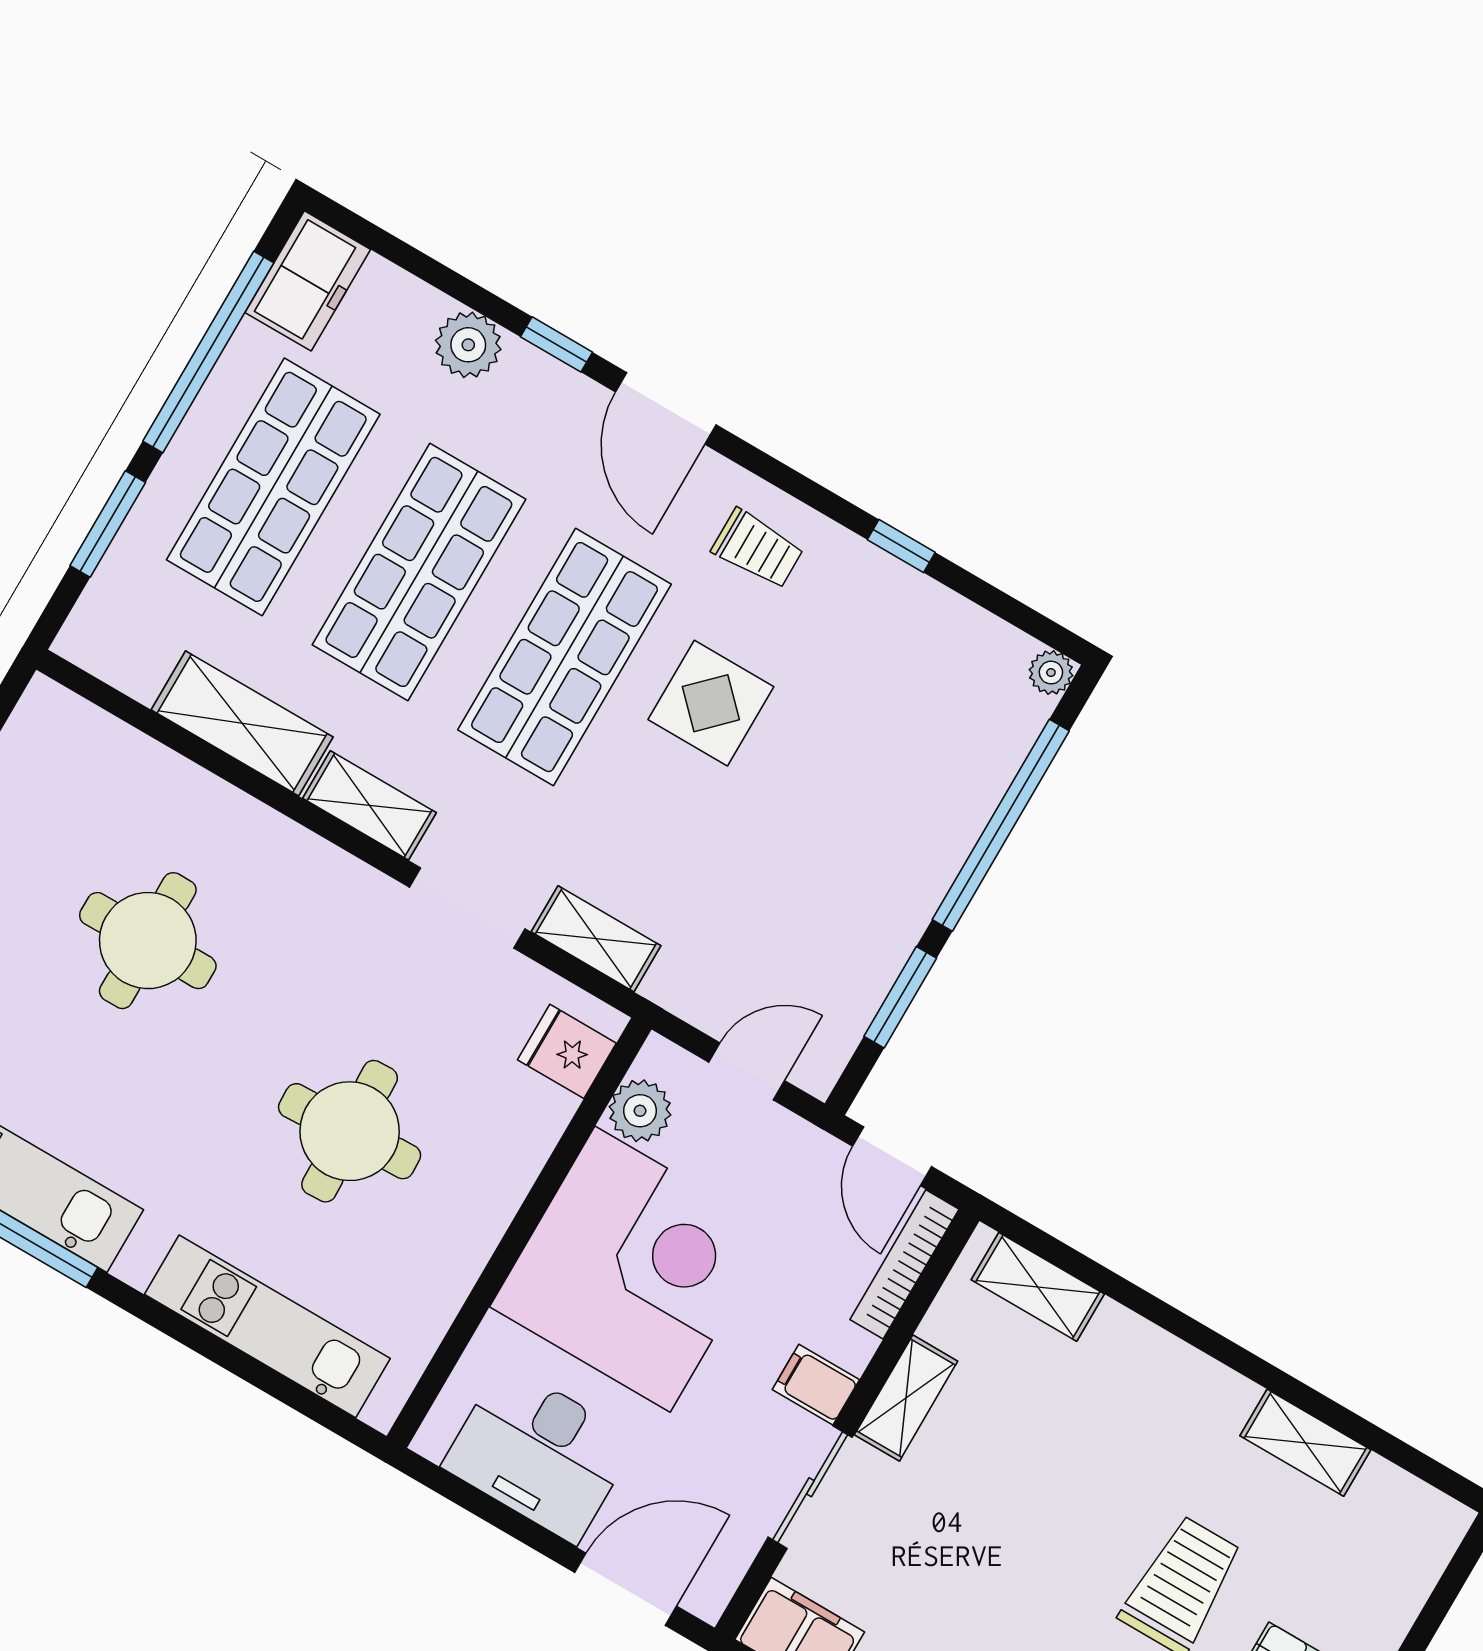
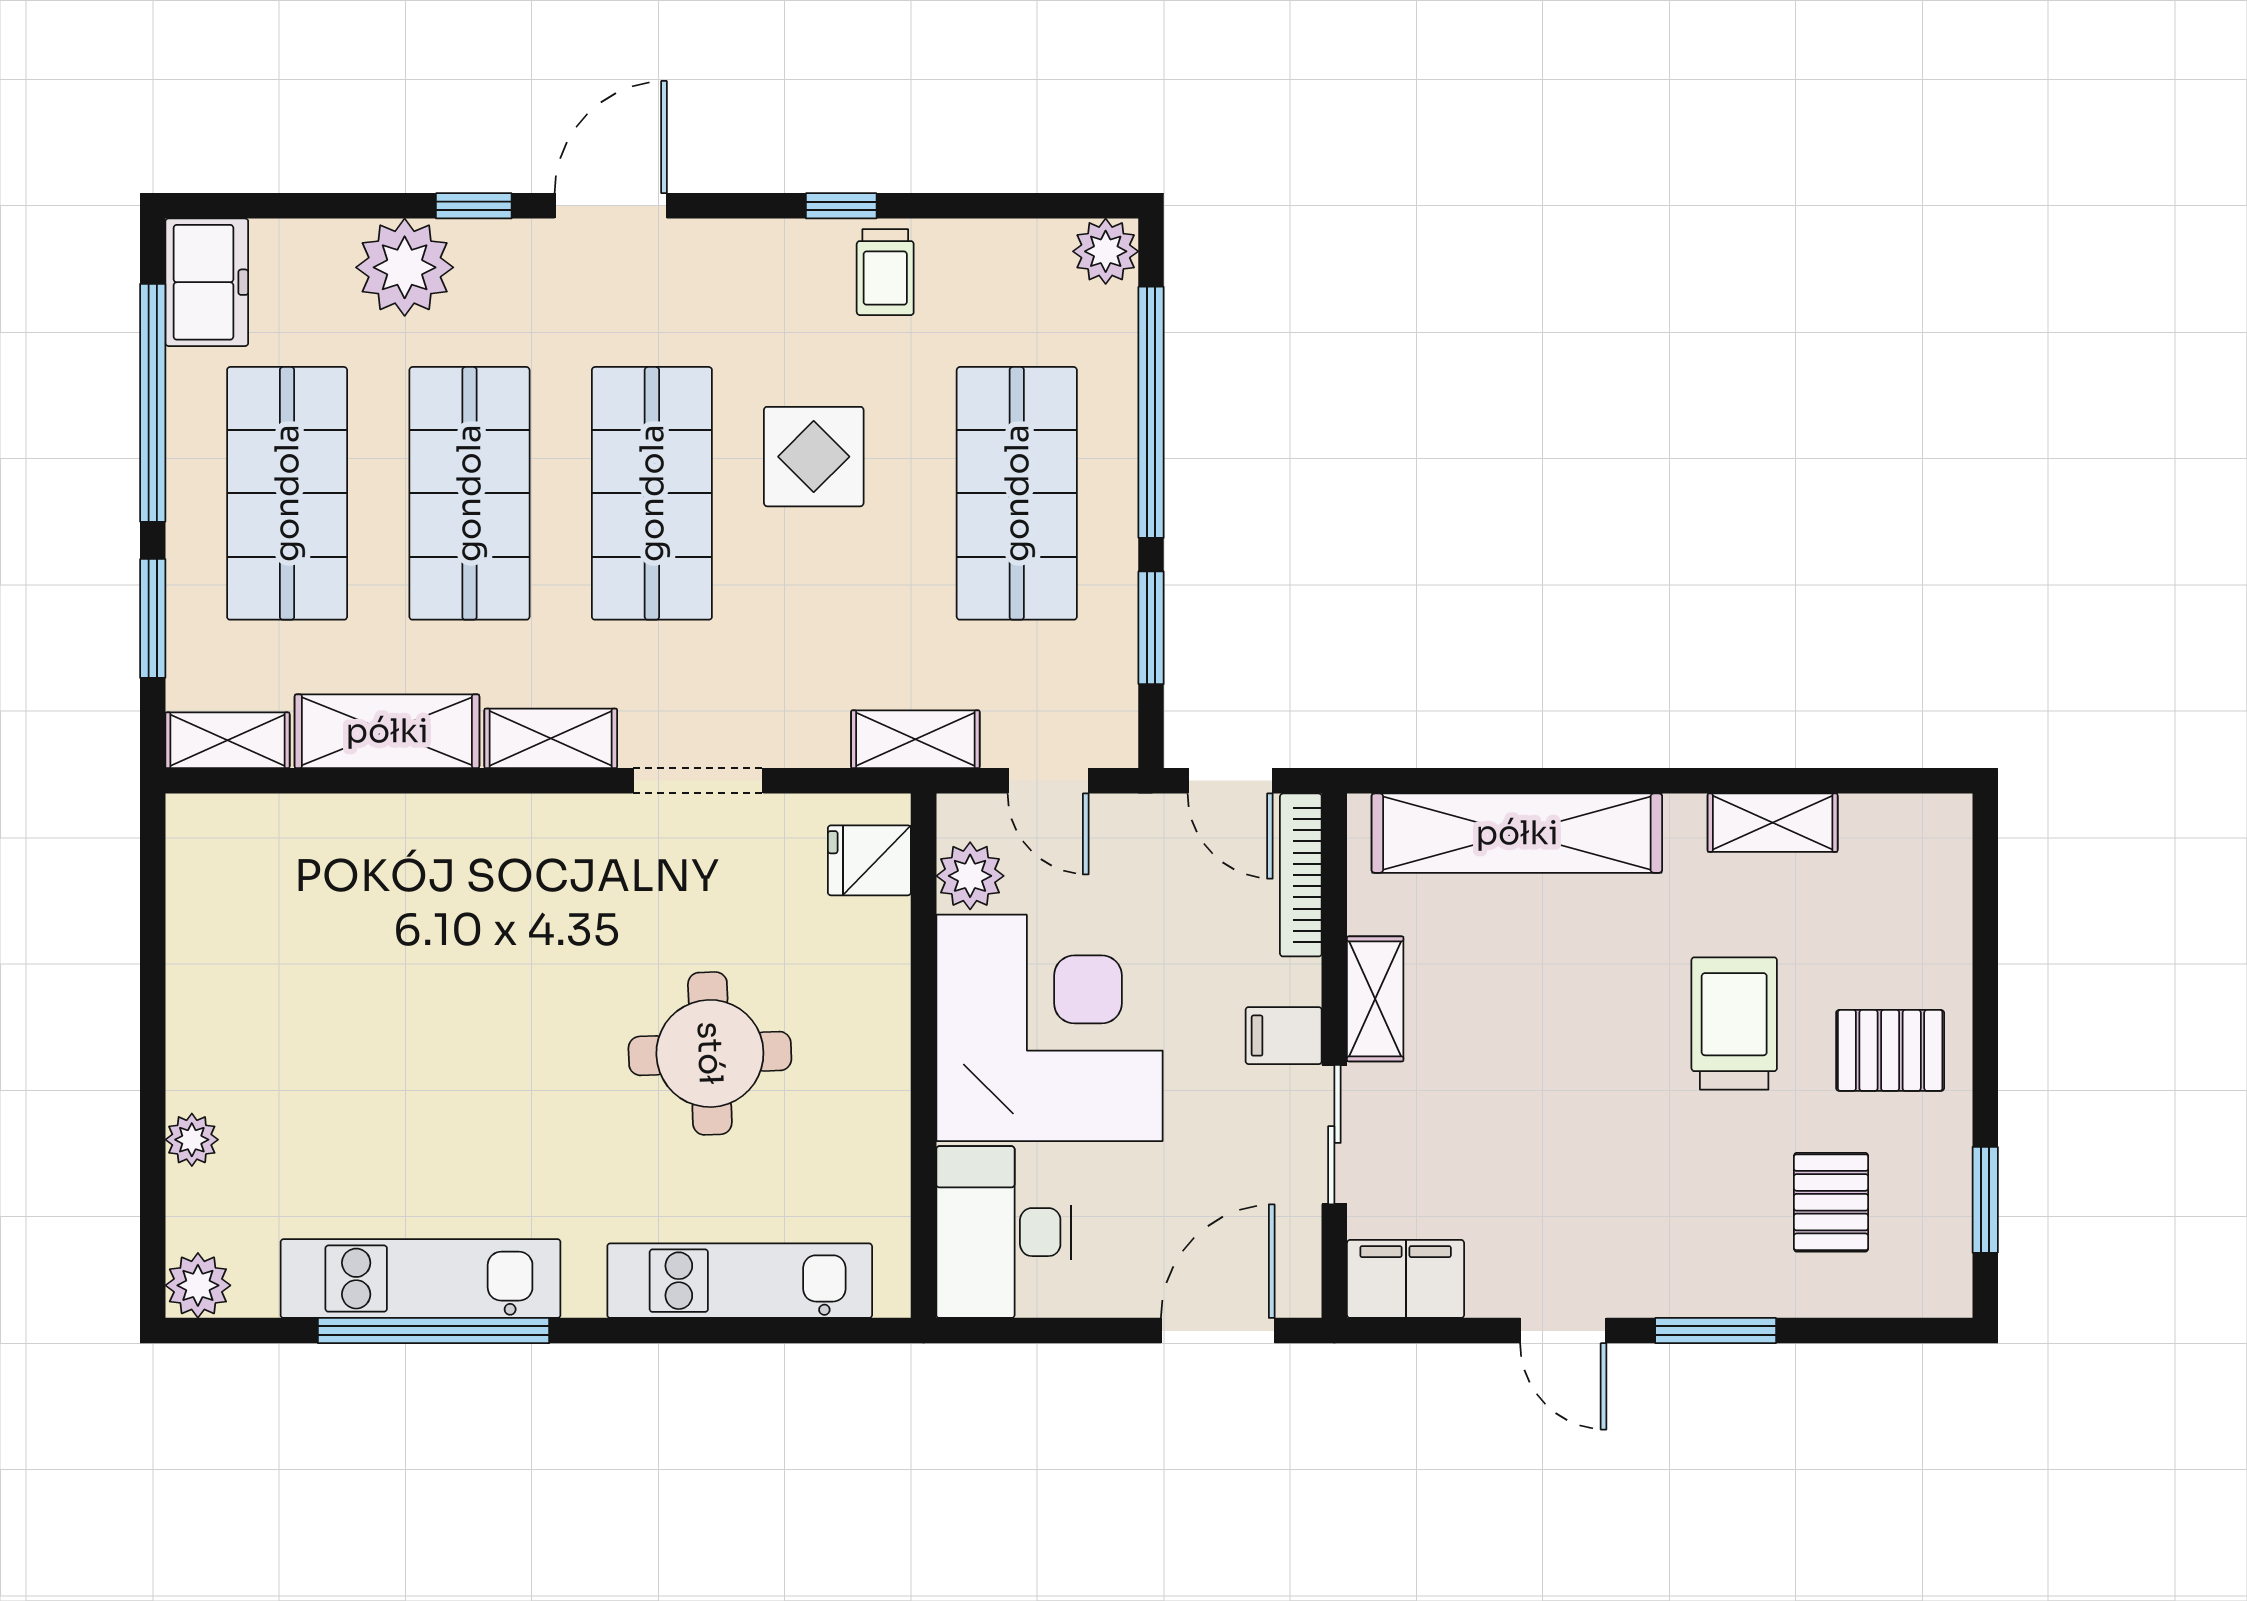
plant: (468, 345) -> (405, 267), width x1.36, depth x1.36
door: (666, 408) -> (611, 206), swing flipped
window: (901, 546) -> (841, 206), moved
trolley: (758, 549) -> (885, 272), moved, turned 90
shelving: (111, 656) -> (227, 740), added
plant: (1051, 673) -> (1106, 251), width x1.38, depth x1.38
shop shelf: (856, 827) -> (1017, 493), added
shelving: (596, 939) -> (915, 739), moved
round table: (148, 941) -> (417, 986), removed
door: (747, 1071) -> (1048, 781), swing flipped
shelving: (1038, 1287) -> (1517, 833), width x2.20, depth x1.33
desk: (539, 1453) -> (1004, 1232), moved, turned 90

